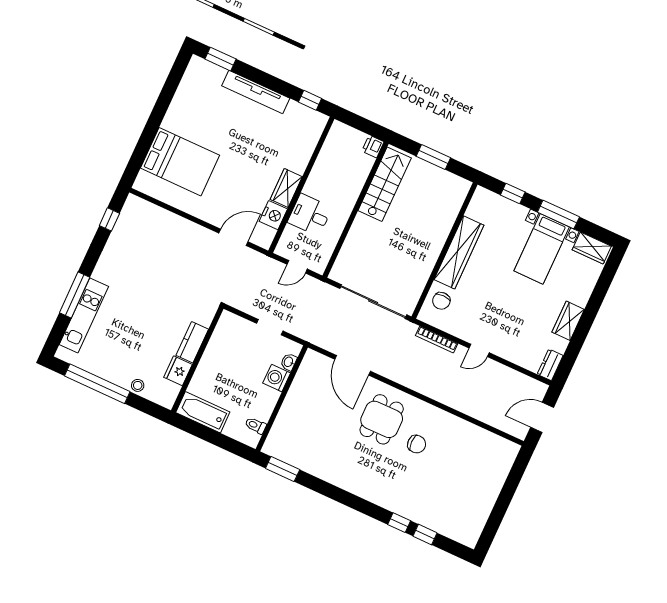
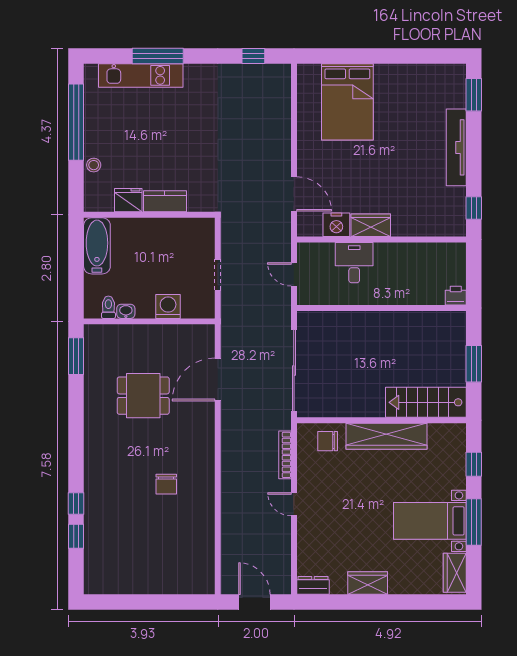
stairs: (385, 184) -> (426, 402), moved, turned 180
washbasin: (289, 362) -> (126, 311), moved
dining table: (382, 419) -> (143, 396), moved

